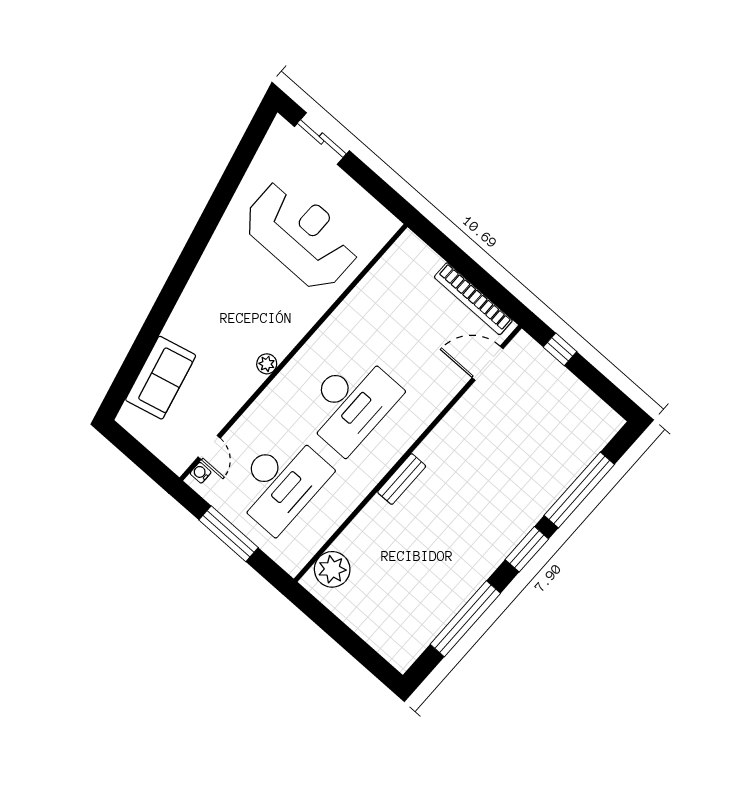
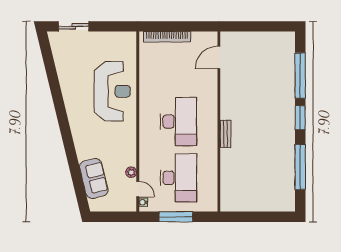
reception desk: (301, 235) -> (112, 91), moved, turned 90
bookcase: (473, 299) -> (167, 37), moved
window: (560, 349) -> (243, 26), removed
plant: (267, 364) -> (131, 172), moved
plant: (332, 569) -> (230, 194), removed

